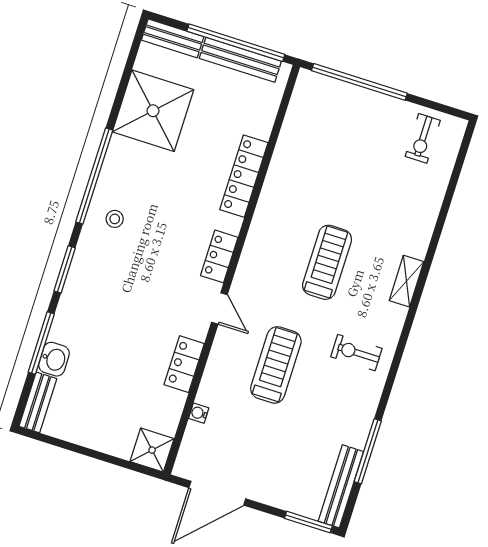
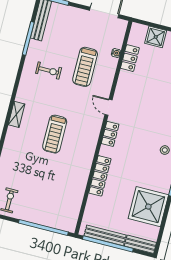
shelving: (406, 281) -> (17, 114), moved
exercise bike: (356, 353) -> (49, 71), moved
locker: (184, 364) -> (130, 58), moved
treadmill: (276, 365) -> (85, 67), moved
shower: (152, 450) -> (156, 37), moved

